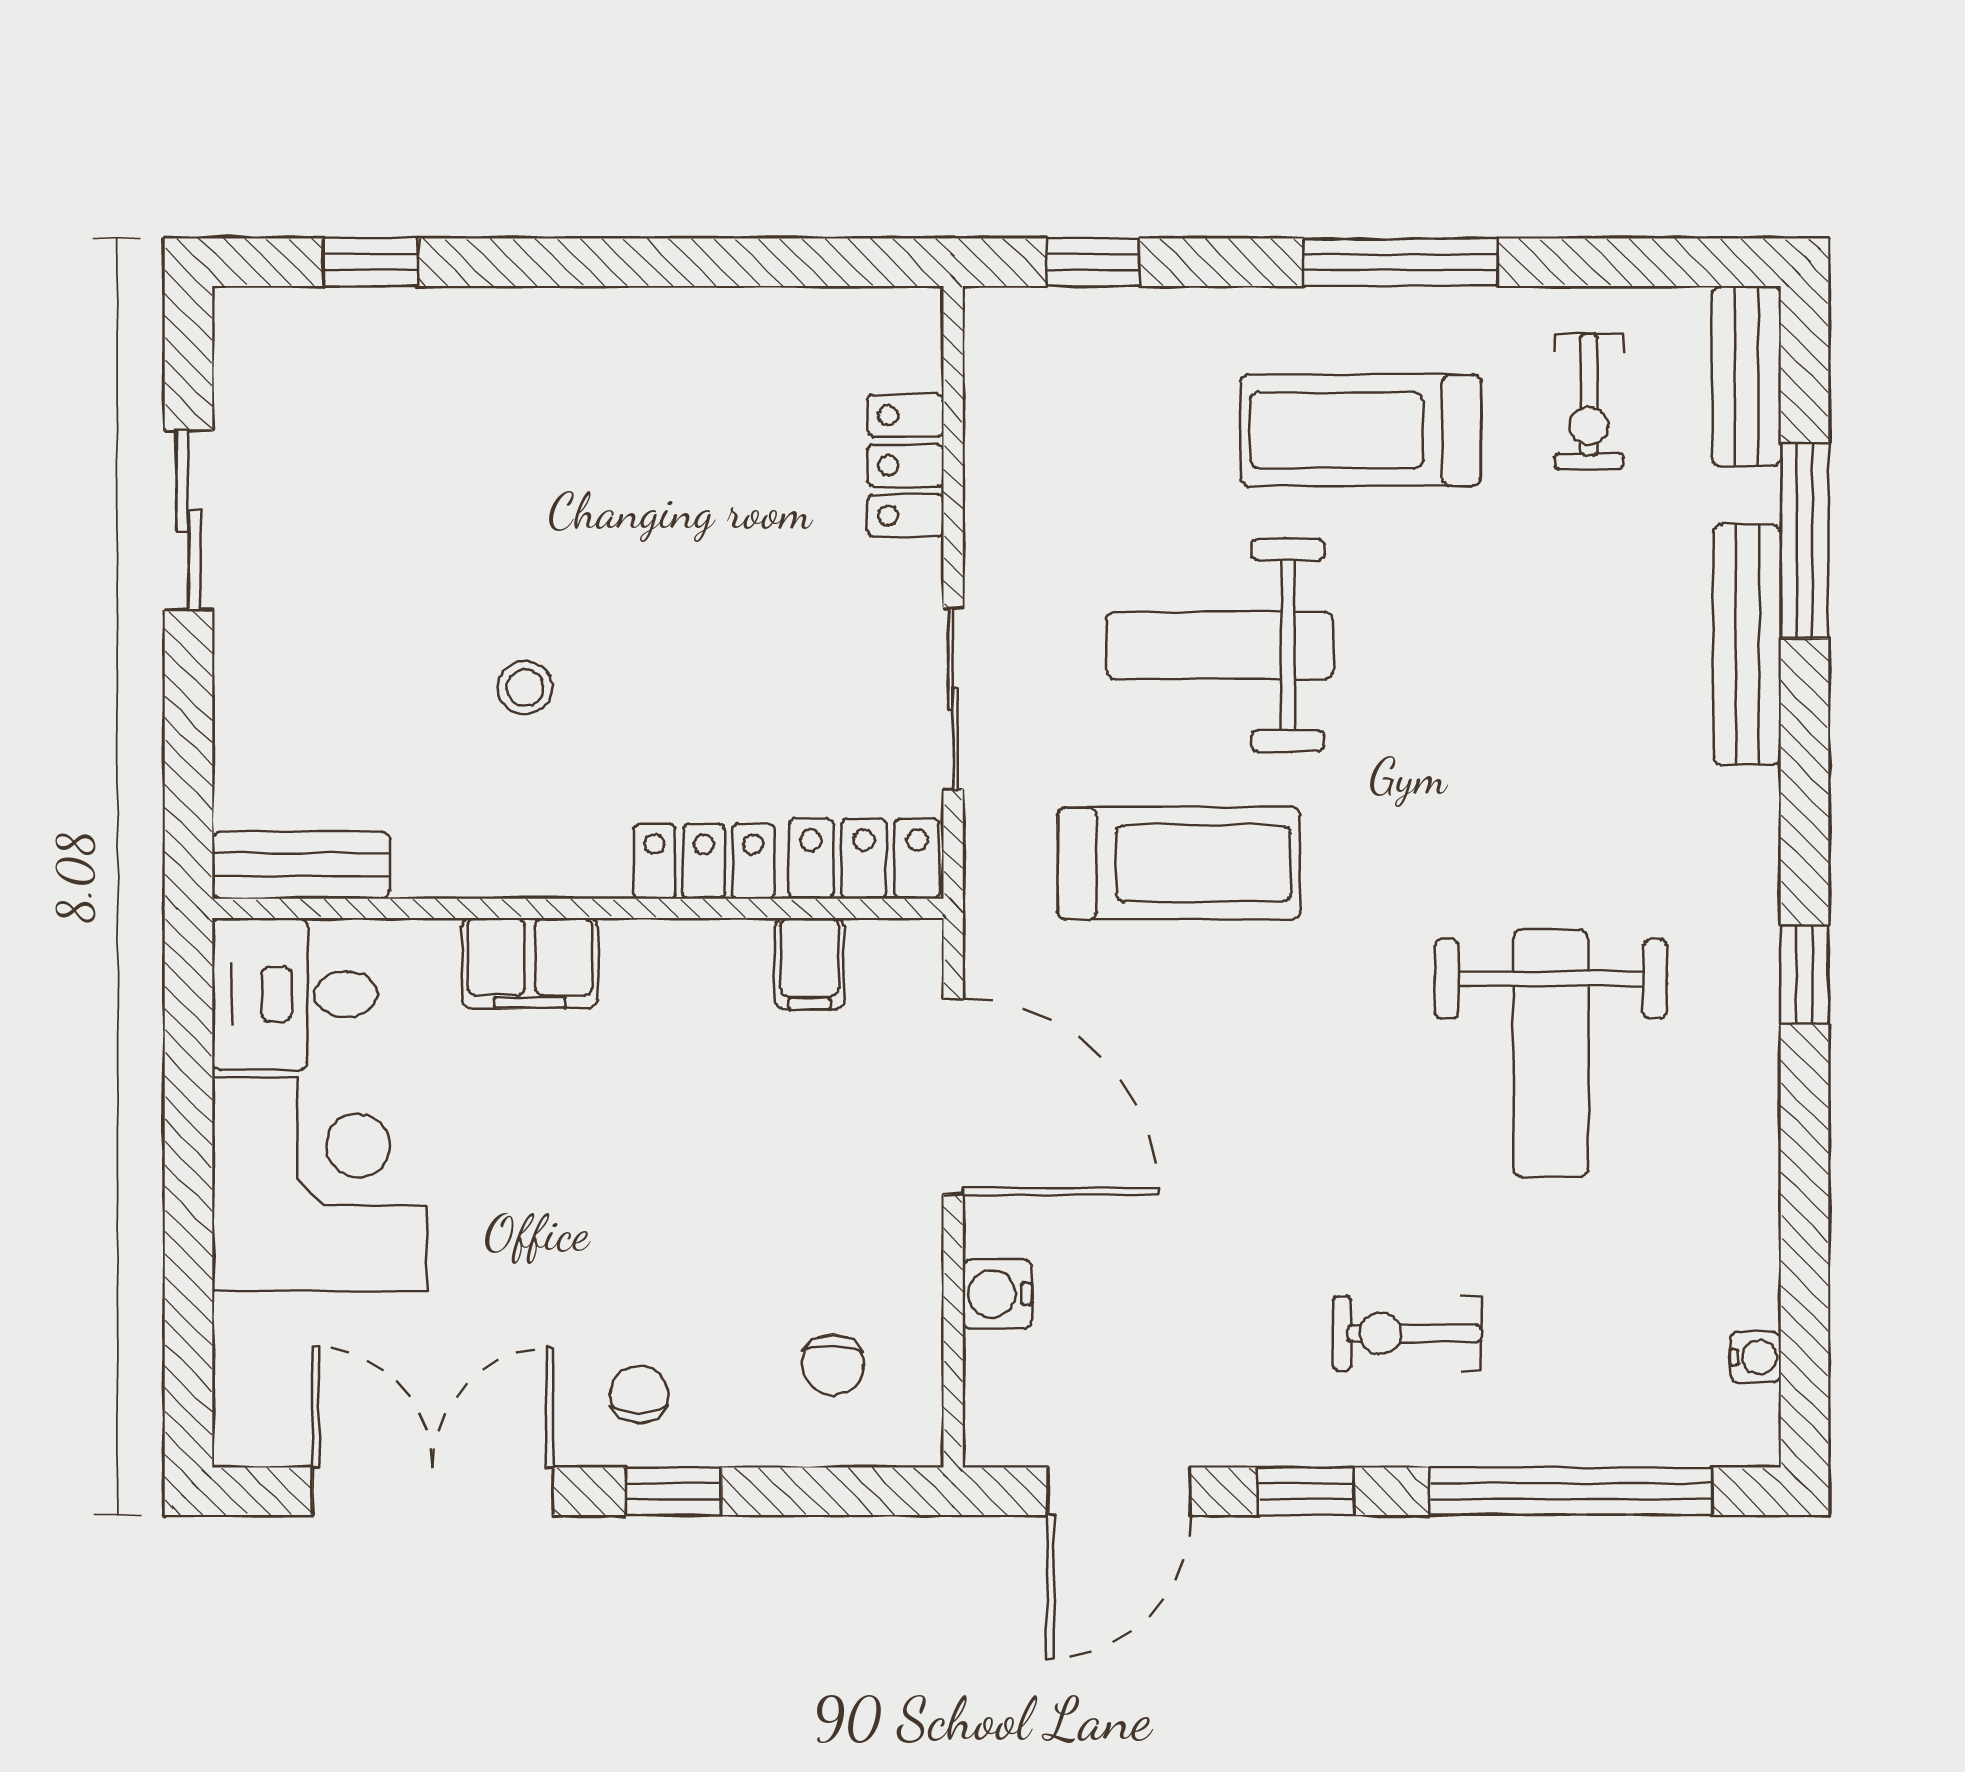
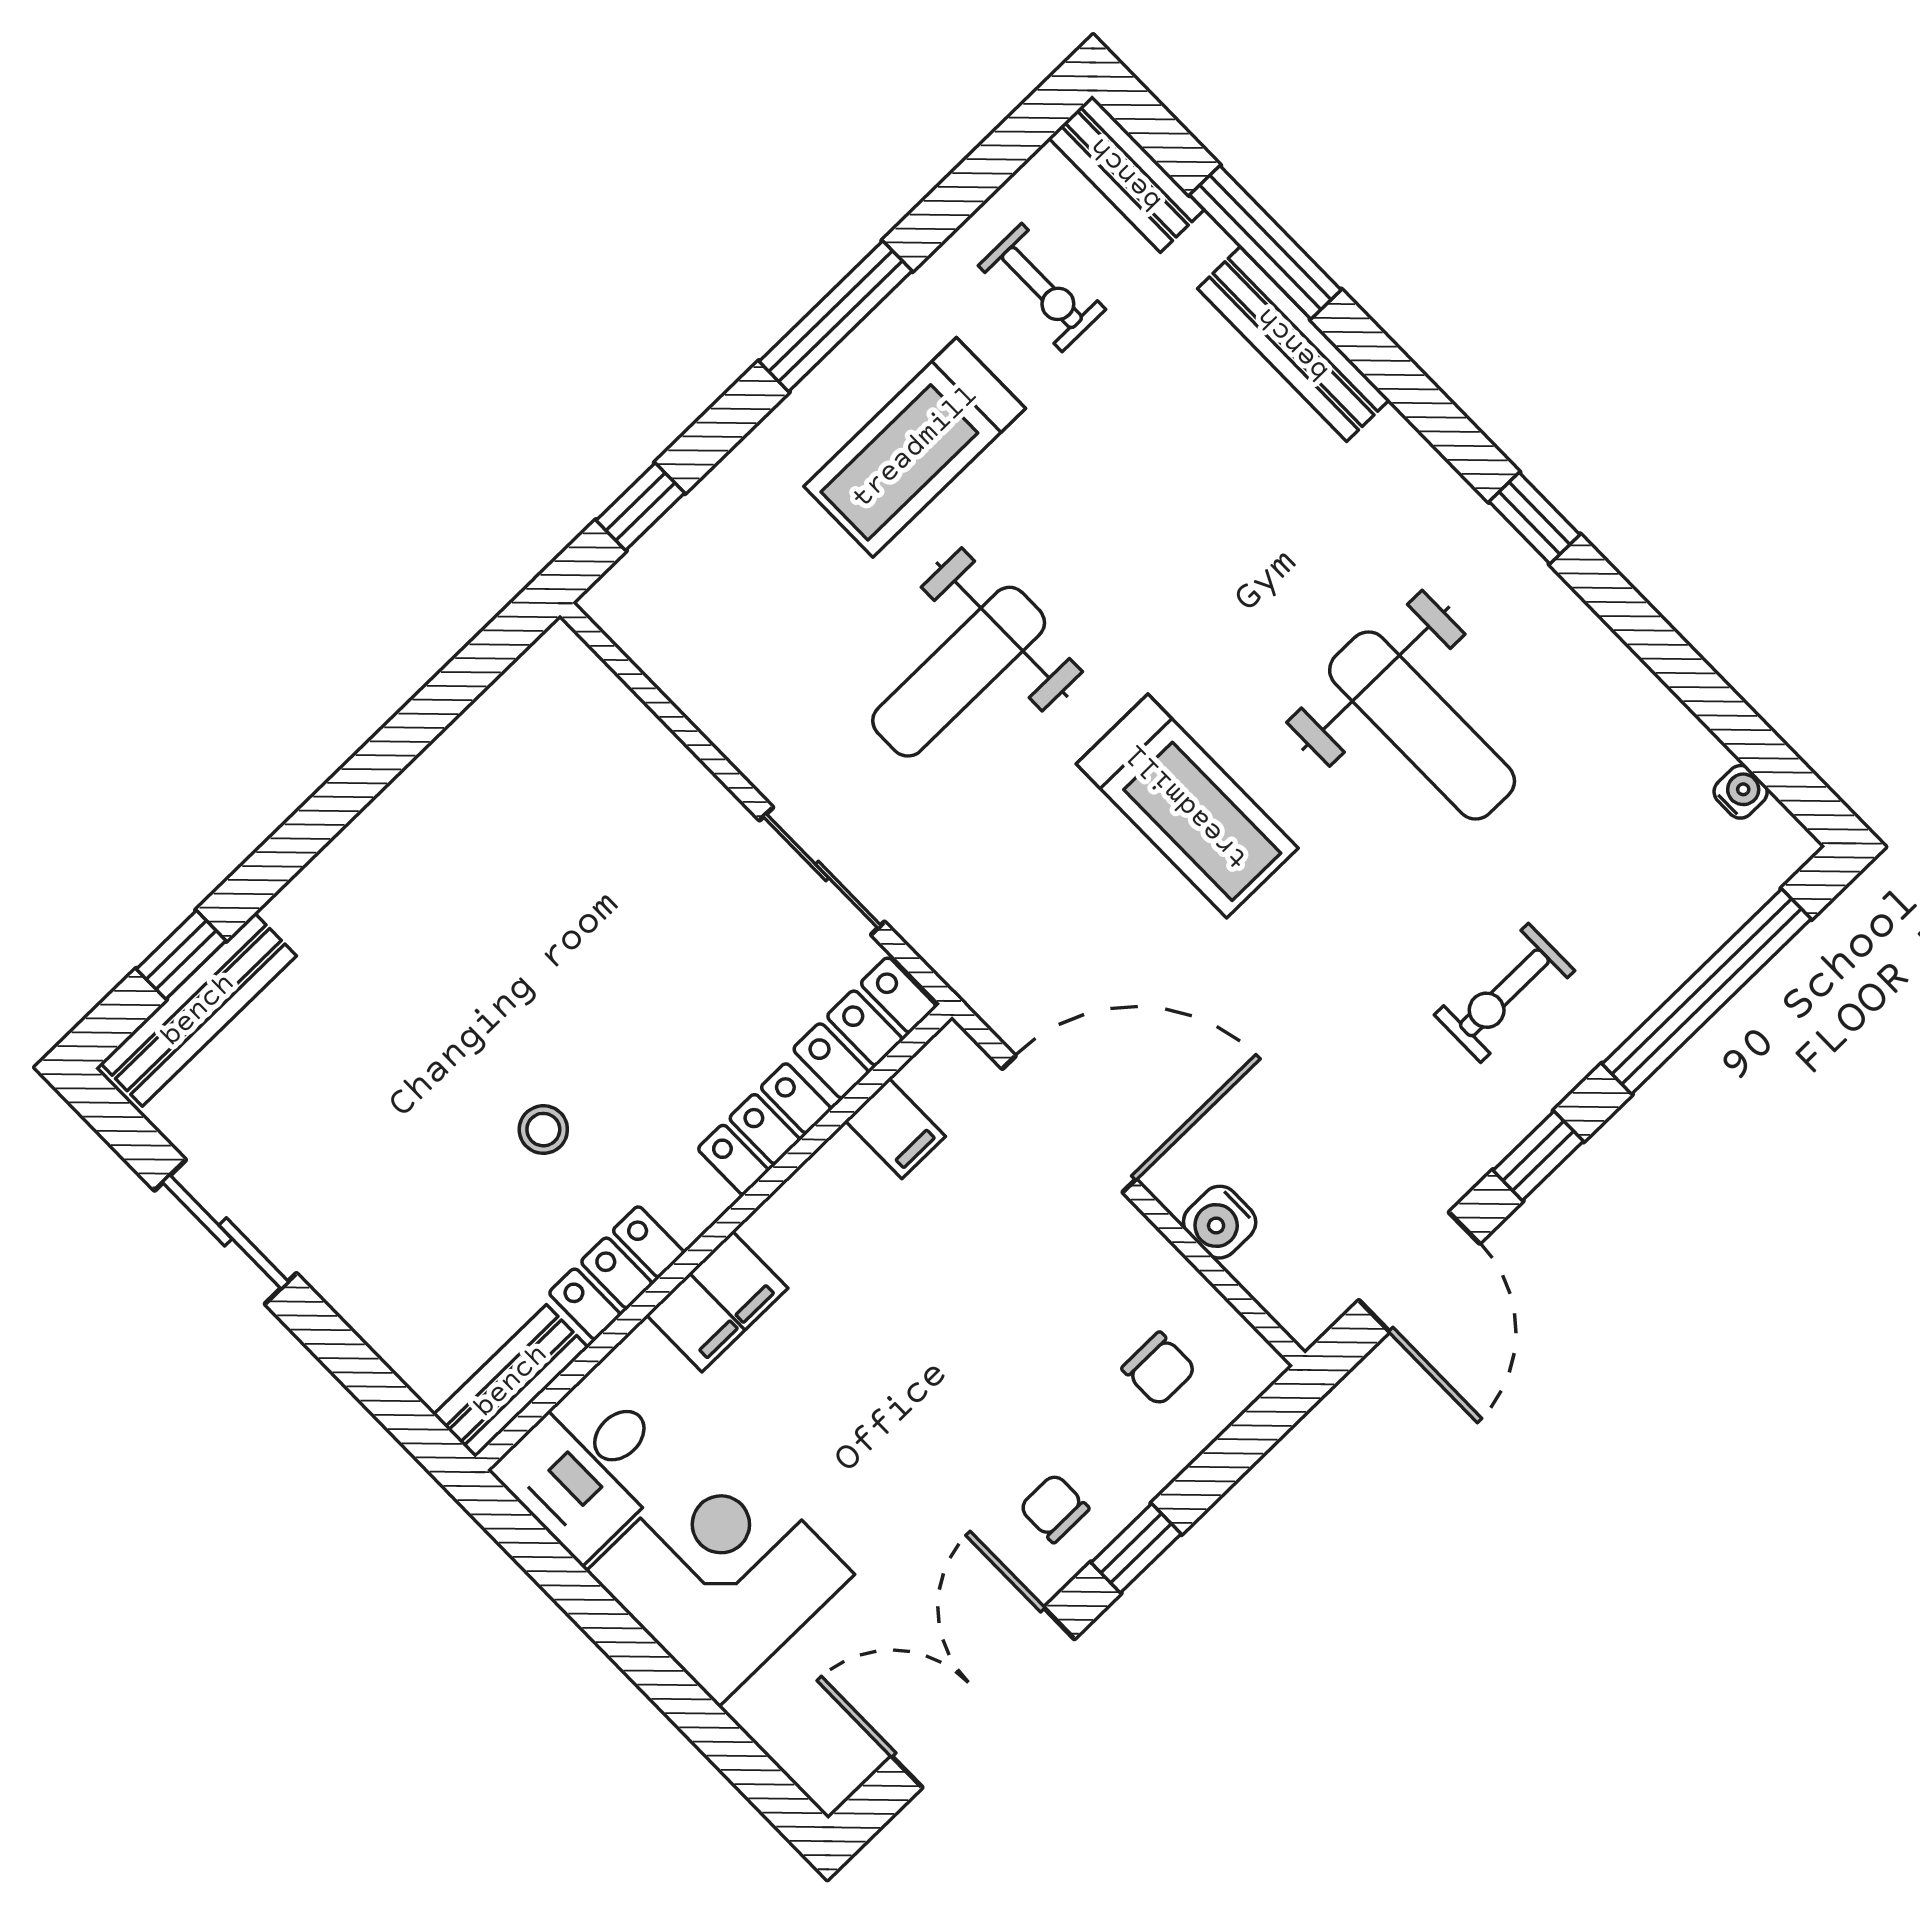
bench: (342, 320) -> (198, 1010), added
locker: (906, 466) -> (617, 1273), moved, turned 90
treadmill: (1179, 863) -> (1187, 806), moved, turned 90

